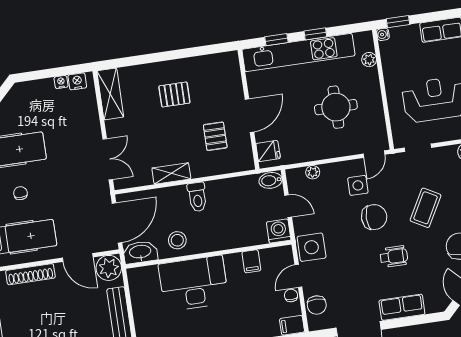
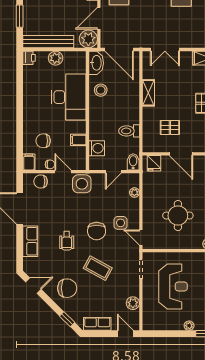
toilet: (197, 197) -> (129, 131), moved
washing machine: (279, 231) -> (97, 148), moved
plant: (142, 310) -> (56, 58), added
chair: (260, 310) -> (43, 141), added

